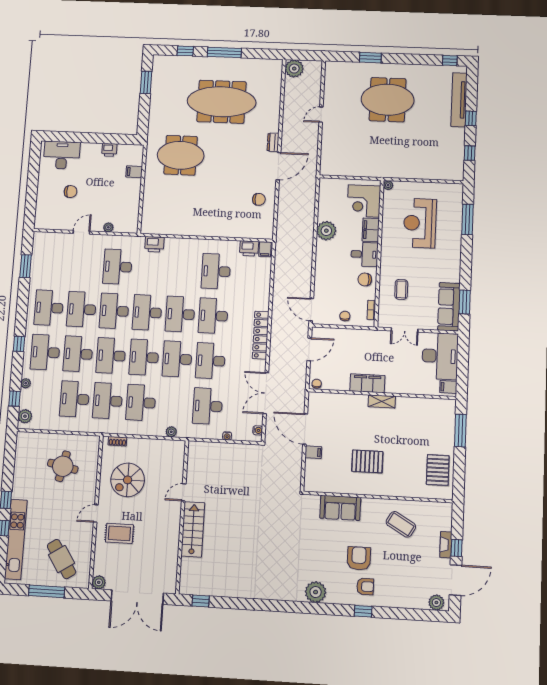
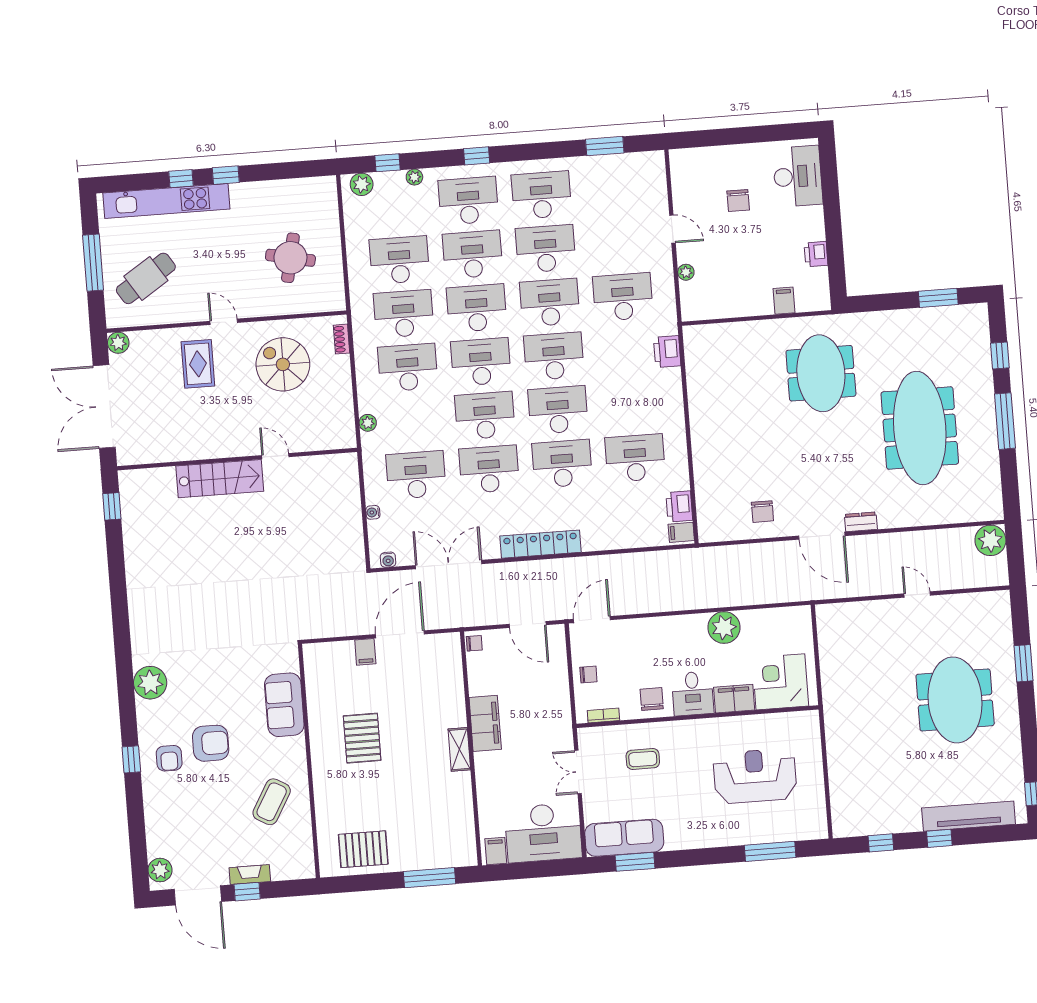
plant: (388, 185) -> (811, 718), removed

